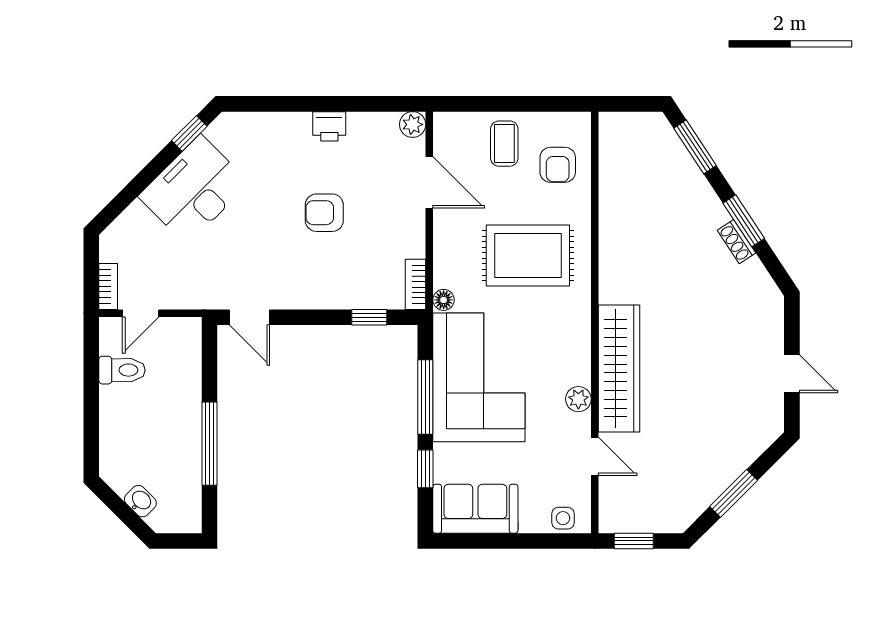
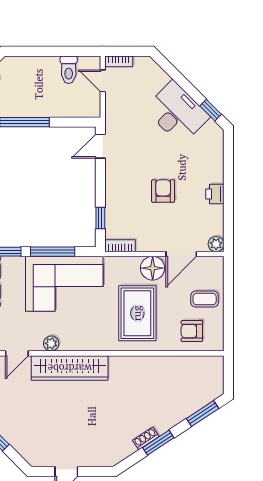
floor lamp: (444, 300) -> (153, 268), moved, width x1.89, depth x1.89

